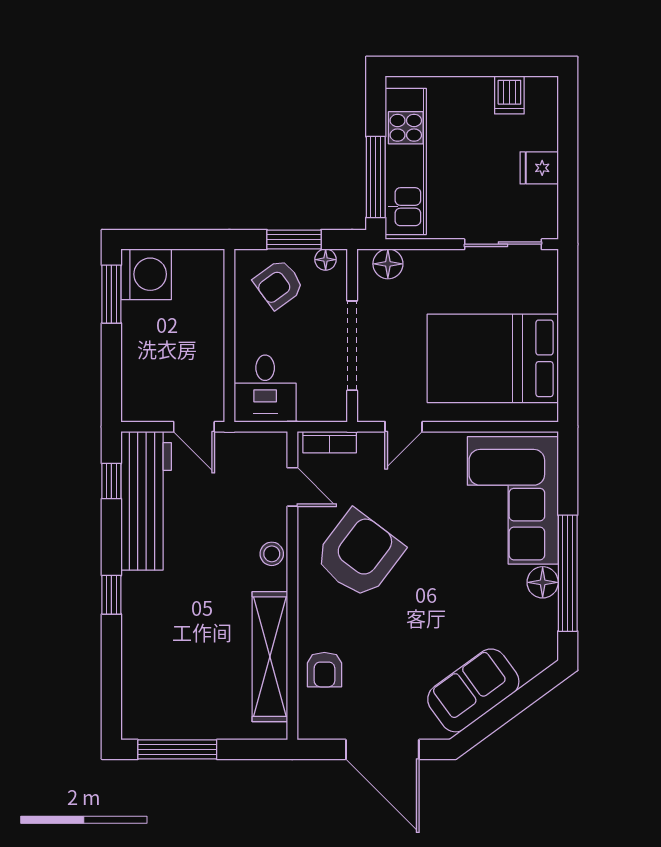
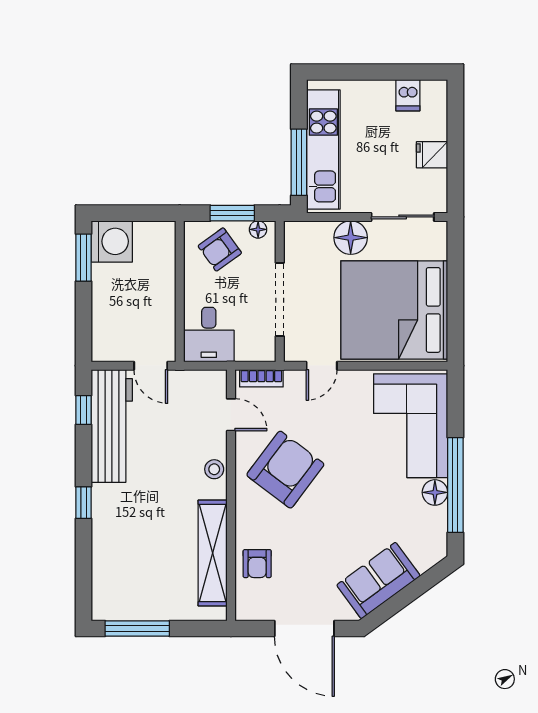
floor lamp: (388, 264) -> (351, 238), moved, width x1.38, depth x1.38
bed: (493, 358) -> (394, 310), width x1.36

